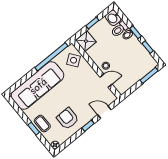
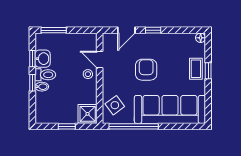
washbasin: (113, 18) -> (43, 59), moved
toilet: (120, 29) -> (45, 75), moved
door: (104, 112) -> (126, 30), hinge flipped
armchair: (68, 119) -> (146, 70), moved, turned 180

